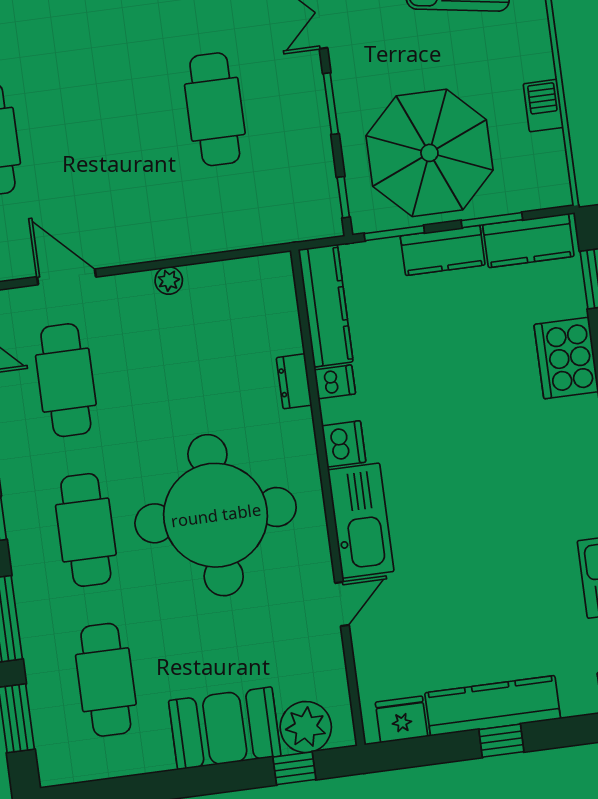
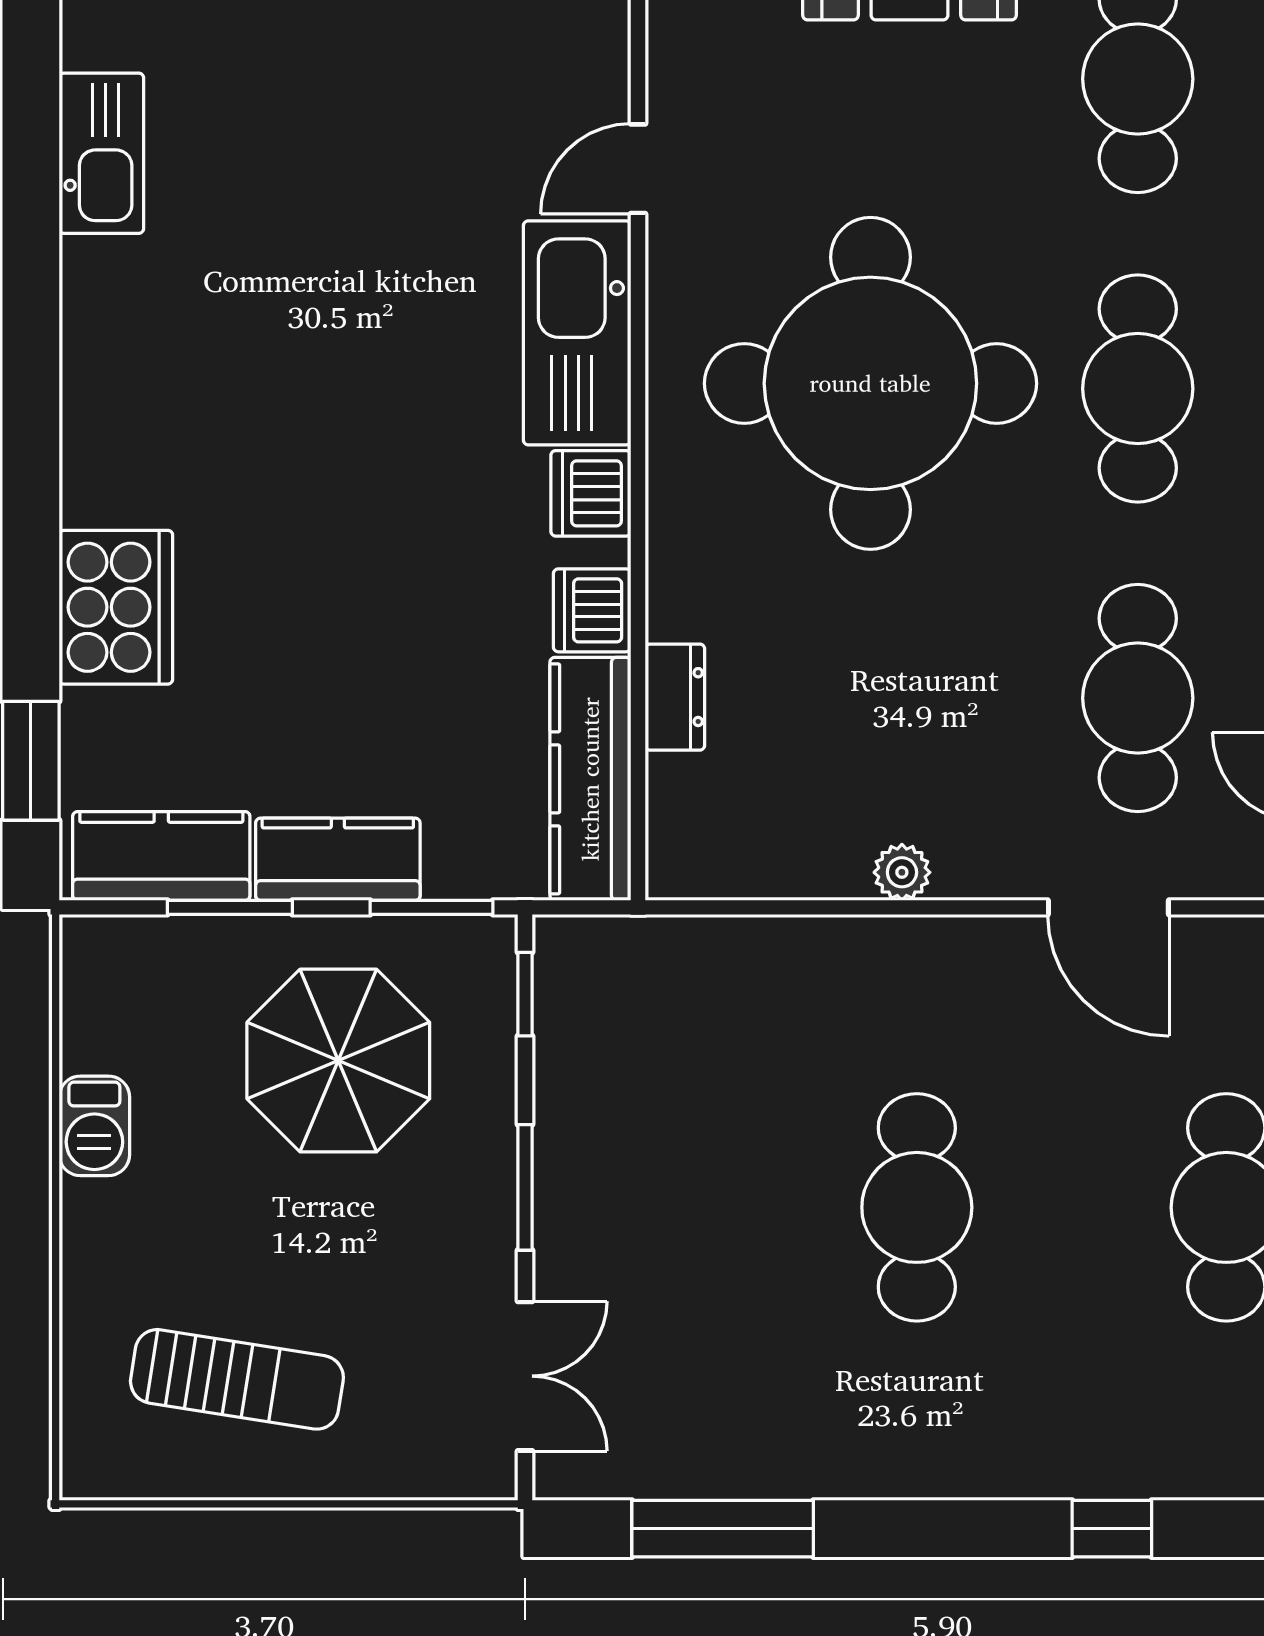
cafe table: (215, 109) -> (917, 1207), moved
parasol: (429, 153) -> (338, 1061), width x0.73, depth x0.73
dresser: (294, 381) -> (675, 697), moved
dishwasher: (335, 382) -> (592, 610), width x1.38

